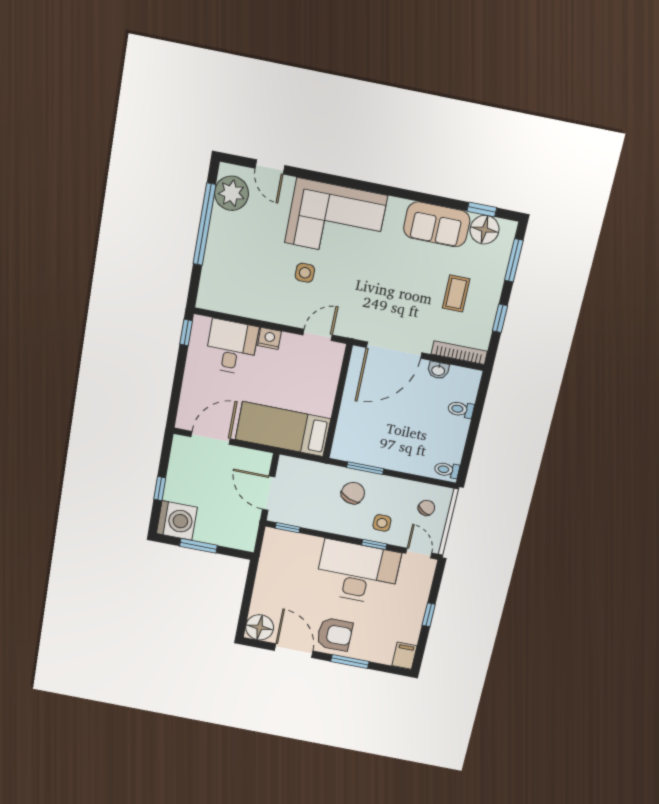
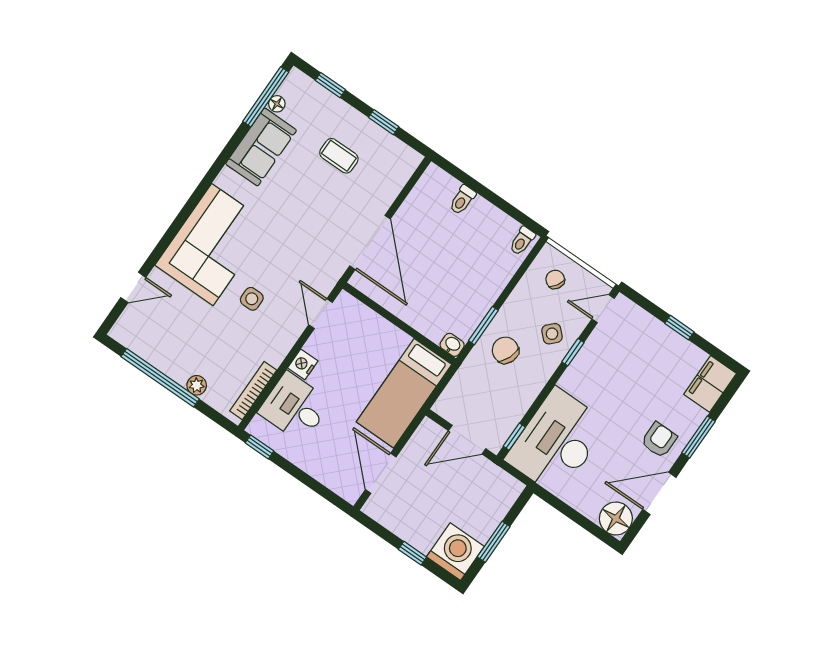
plant: (231, 193) -> (197, 385), moved, width x0.53, depth x0.53
window: (482, 209) -> (266, 97), width x2.17
floor lamp: (485, 230) -> (277, 104), width x0.53, depth x0.53
window: (514, 260) -> (330, 85), width x0.67
bookcase: (459, 353) -> (253, 391), moved
washbasin: (438, 370) -> (452, 345), moved, turned -90
side table: (382, 523) -> (552, 334), turned 45
desk: (358, 572) -> (557, 442), moved
armchair: (335, 634) -> (659, 440), width x0.72, depth x0.72
filing cabinet: (404, 656) -> (710, 384), width x2.00

